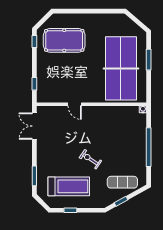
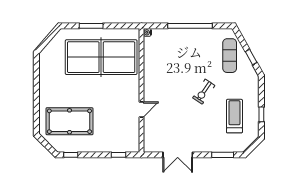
pool table: (64, 40) -> (69, 121), turned 90
double door: (34, 126) -> (178, 155), moved
treadmill: (69, 186) -> (234, 116), width x0.73, depth x0.73

